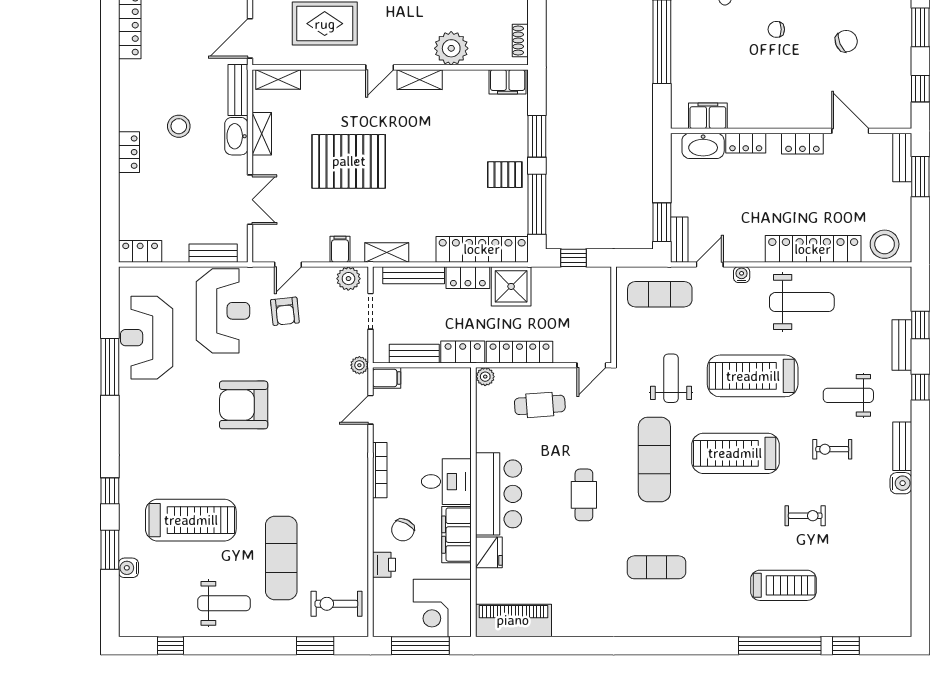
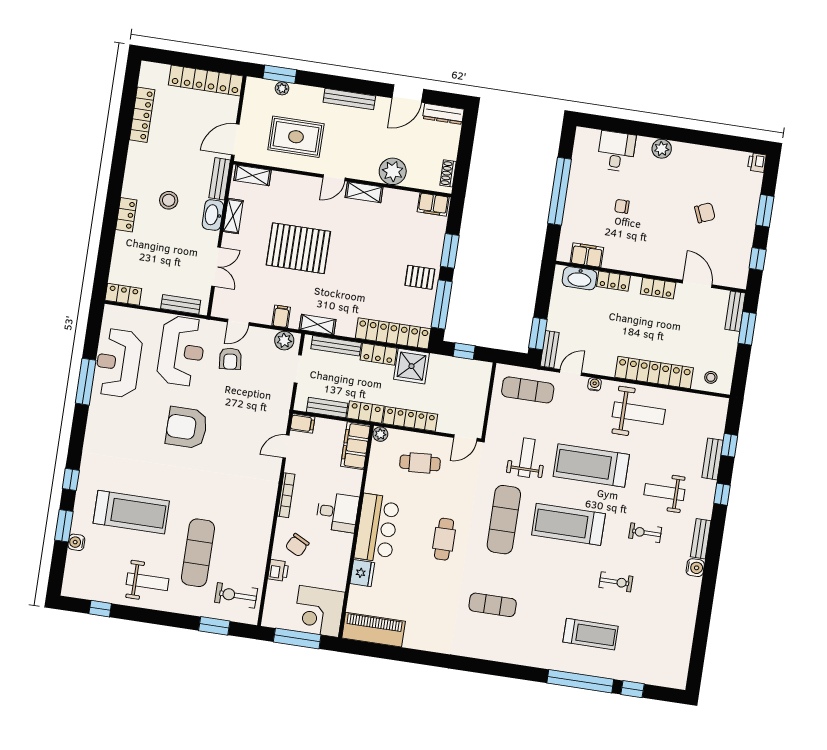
chair: (776, 29) -> (622, 206), moved
stool: (885, 244) -> (711, 377), width x0.53, depth x0.53
plant: (359, 365) -> (283, 410), removed
filing cabinet: (457, 535) -> (356, 446), moved

